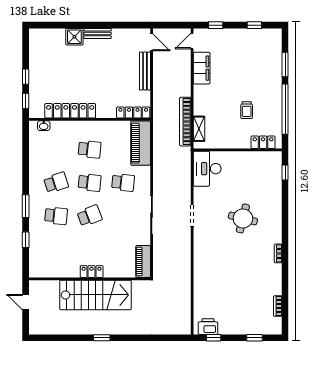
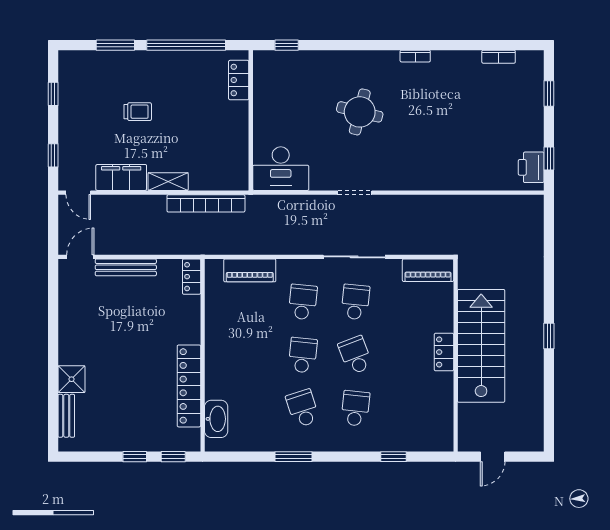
bench: (97, 33) -> (66, 416), moved
trolley: (247, 110) -> (138, 112), moved
locker: (133, 112) -> (192, 277), width x0.66
washbasin: (44, 126) -> (216, 419), width x1.91, depth x1.45
shelving: (199, 129) -> (168, 182), moved
piano: (141, 143) -> (250, 270), width x0.73, depth x0.75
school desk: (90, 149) -> (355, 302), moved
window: (26, 206) -> (293, 457), moved

